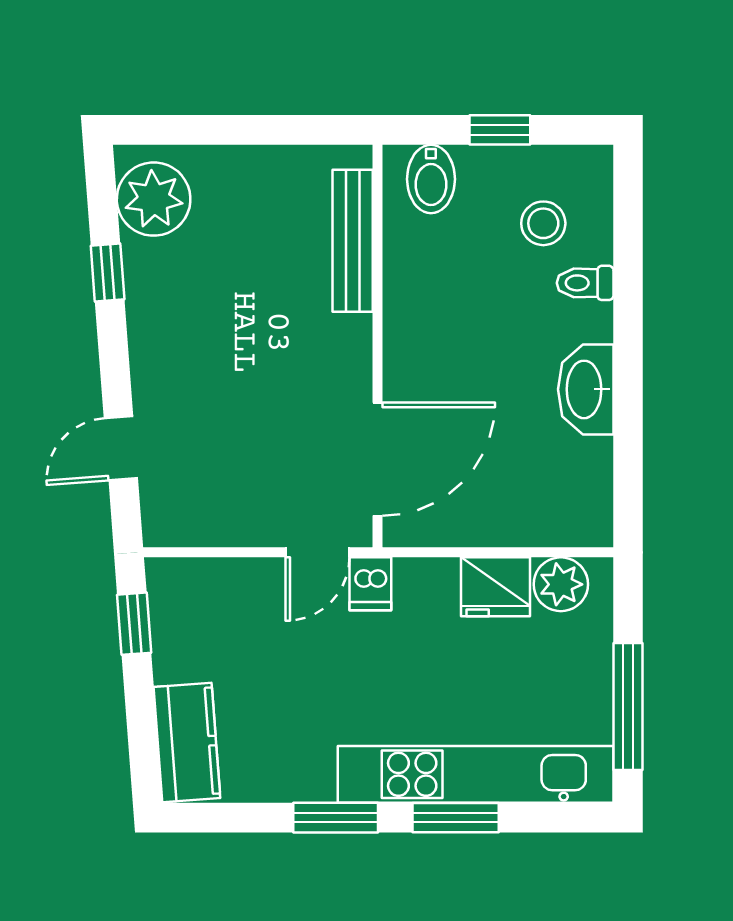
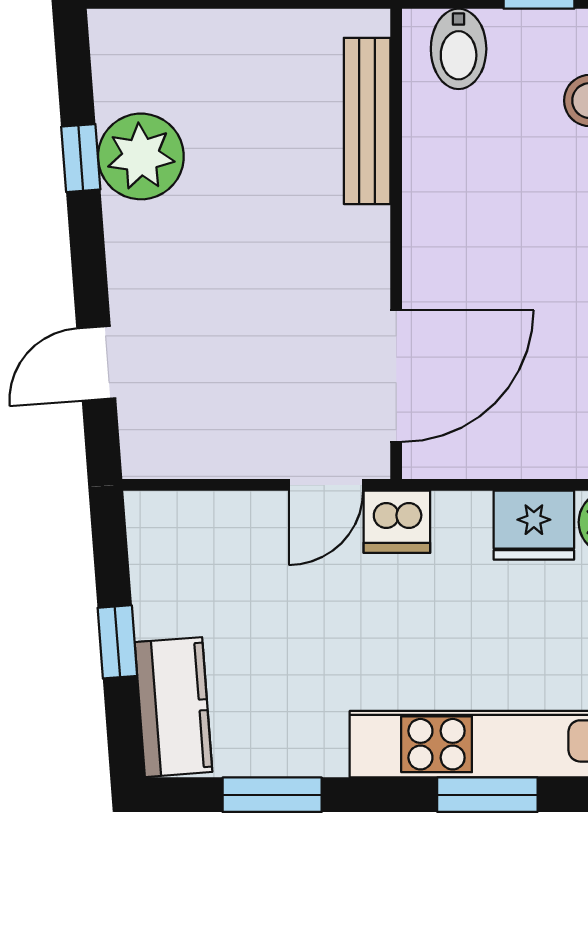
plant: (154, 199) -> (141, 156), moved
dishwasher: (370, 584) -> (397, 522), width x1.38
window: (134, 624) -> (117, 642), moved
window: (336, 818) -> (272, 795), moved

